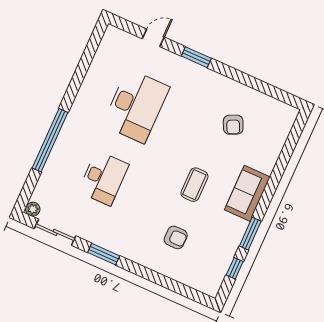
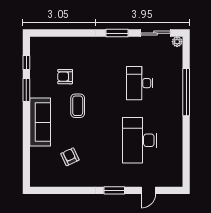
sofa: (247, 193) -> (40, 122), width x1.36
armchair: (176, 237) -> (65, 77), moved

